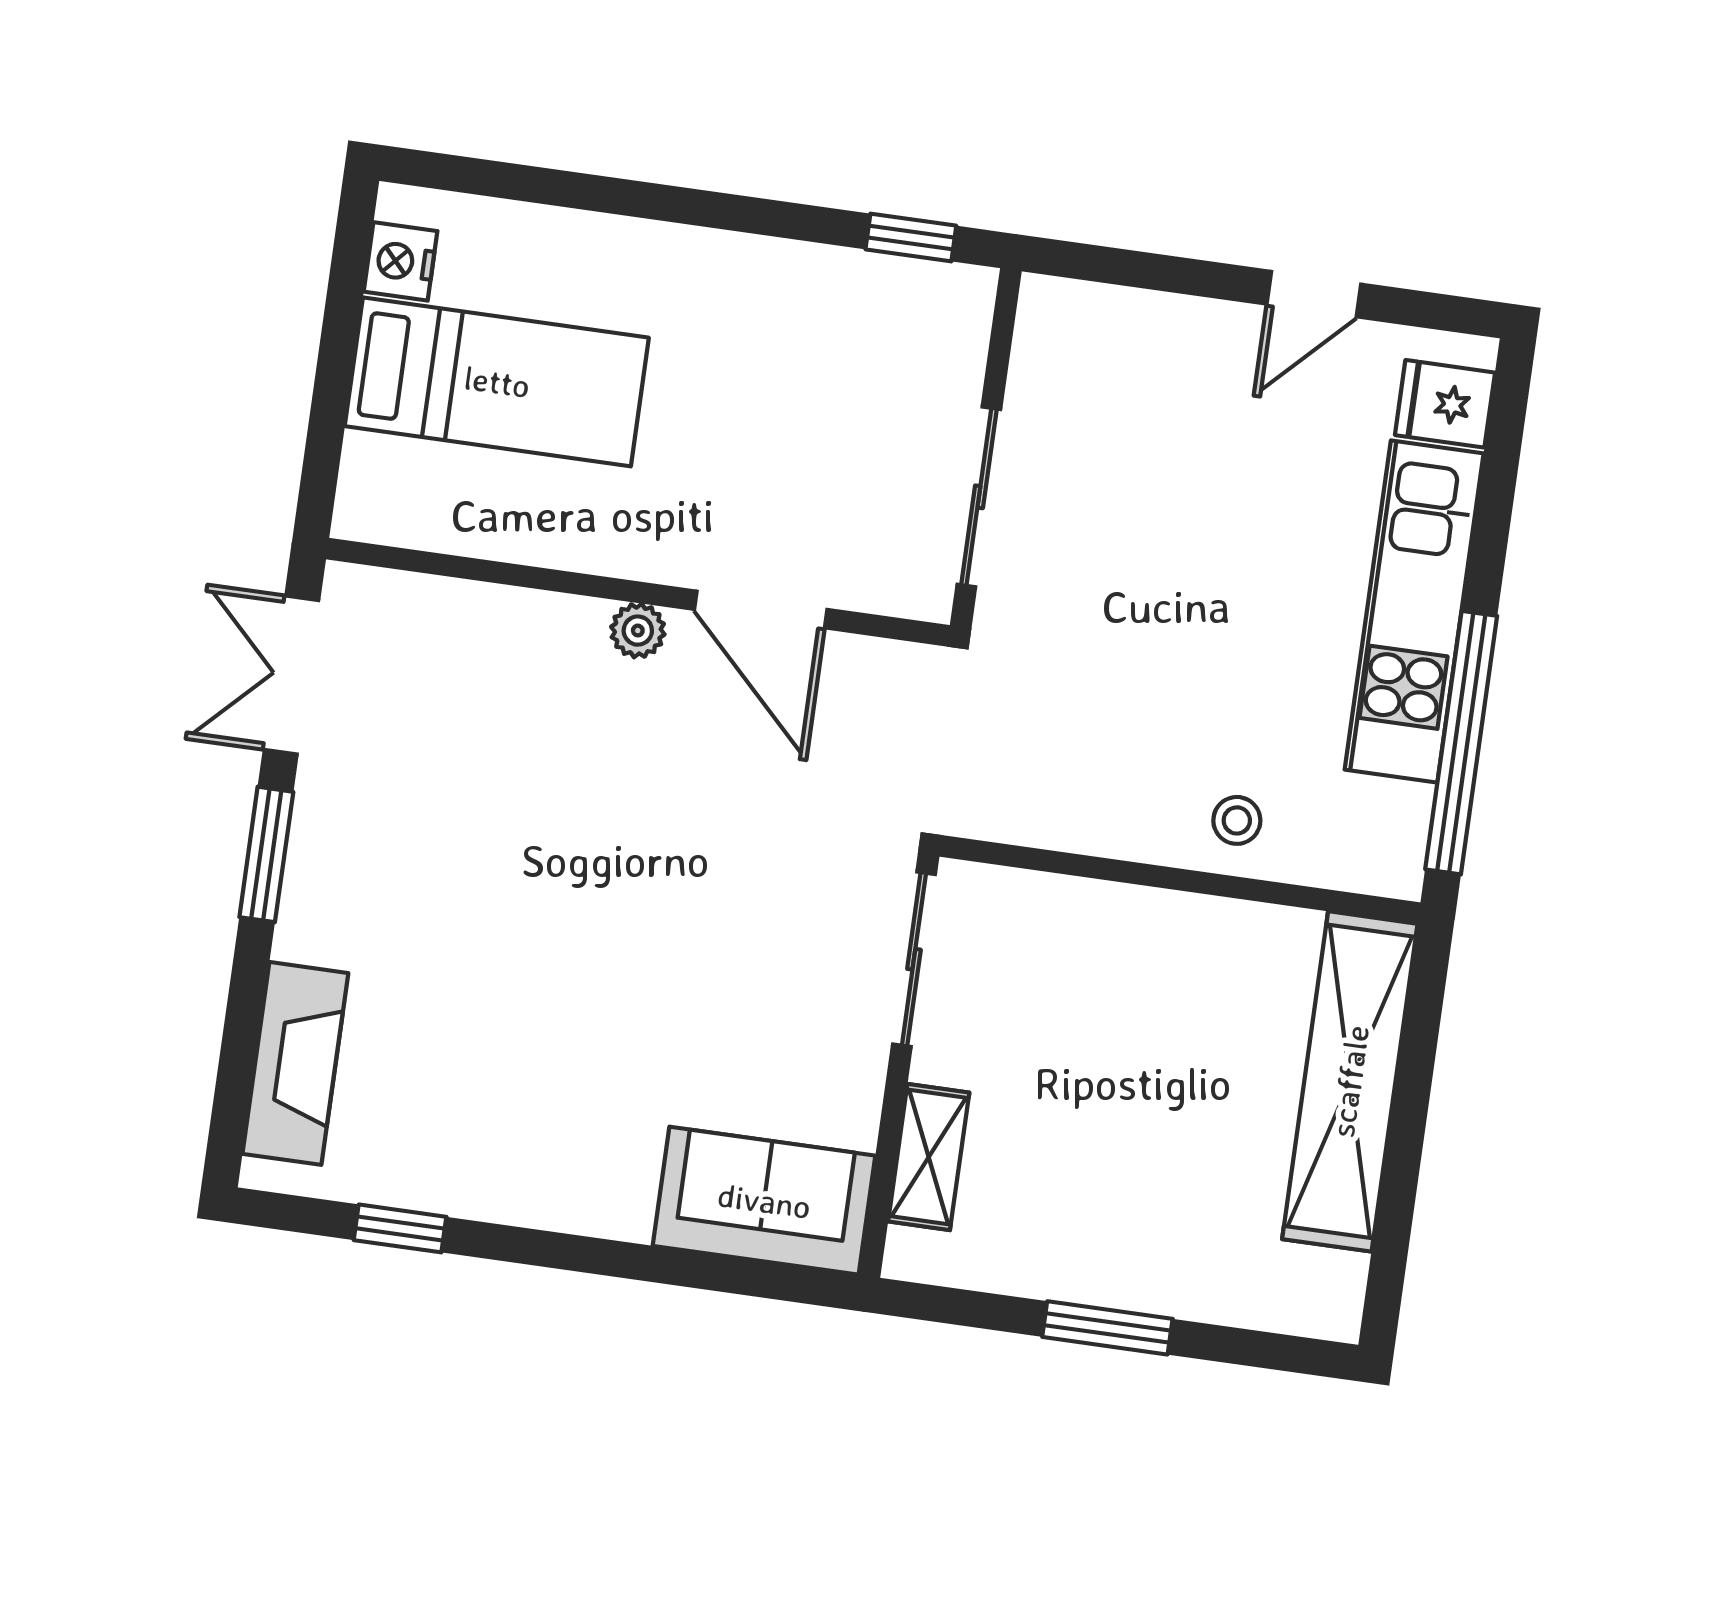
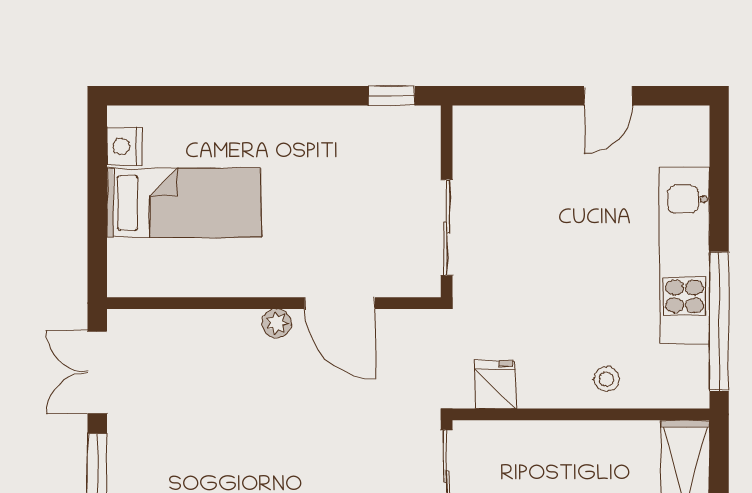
fridge: (1445, 404) -> (495, 385), moved, turned 90

